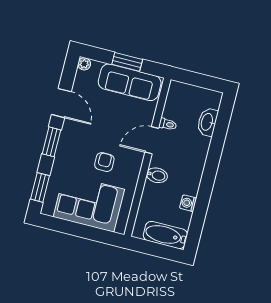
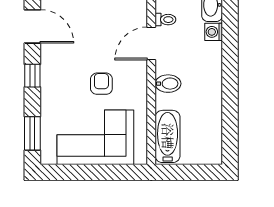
window: (52, 142) -> (32, 76), width x0.67
washing machine: (188, 203) -> (214, 32), moved
bathtub: (165, 235) -> (168, 136), moved, turned 90

